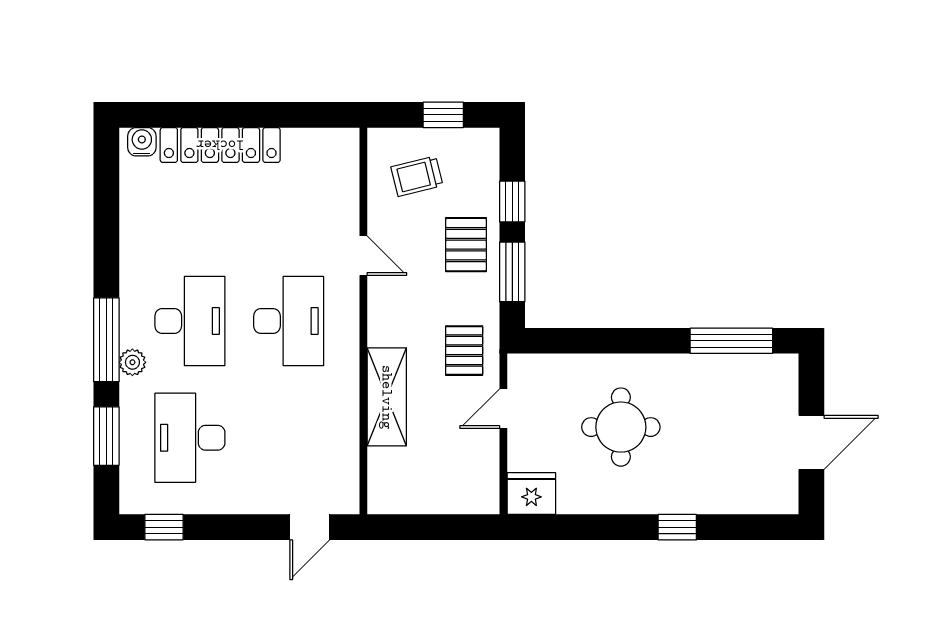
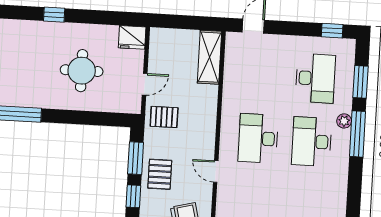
pallet: (464, 351) -> (164, 117), turned 90
shelving: (387, 397) -> (210, 57), moved

